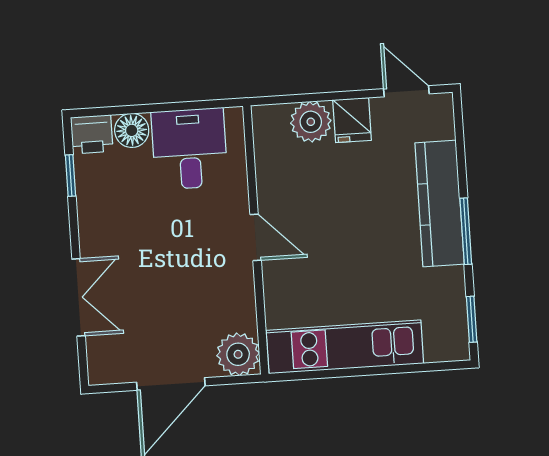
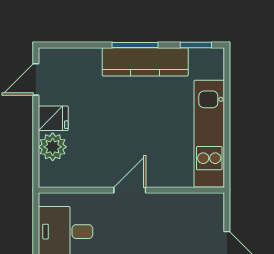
kitchen counter: (440, 203) -> (145, 62), moved
plant: (238, 354) -> (209, 207), removed

